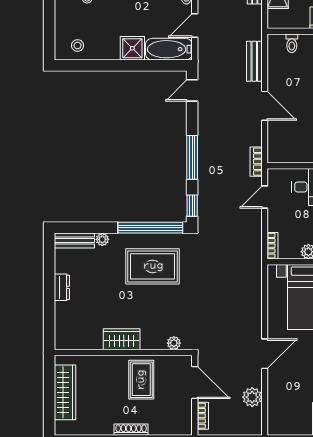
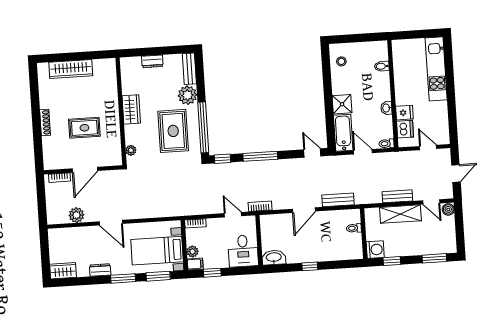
plant: (102, 239) -> (187, 95), width x1.87, depth x1.87
wardrobe: (122, 339) -> (131, 109), moved
plant: (174, 343) -> (131, 150), moved
wall: (123, 352) -> (121, 111), moved

